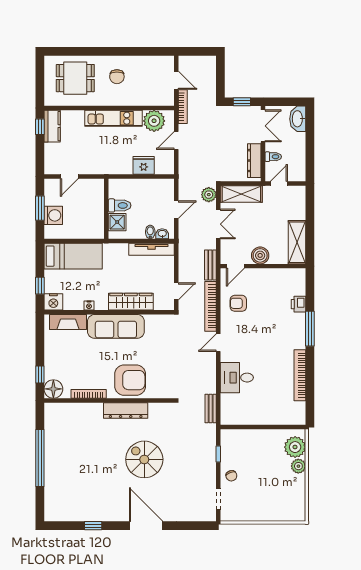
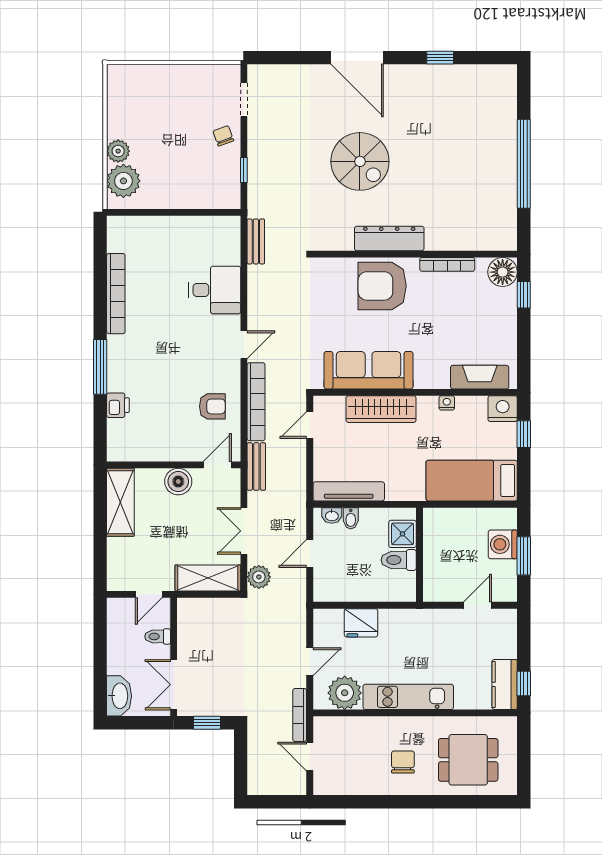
dresser: (254, 161) -> (187, 630), removed
sofa: (116, 326) -> (369, 370), moved

